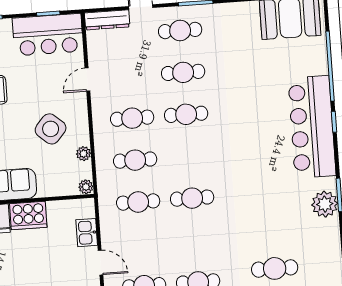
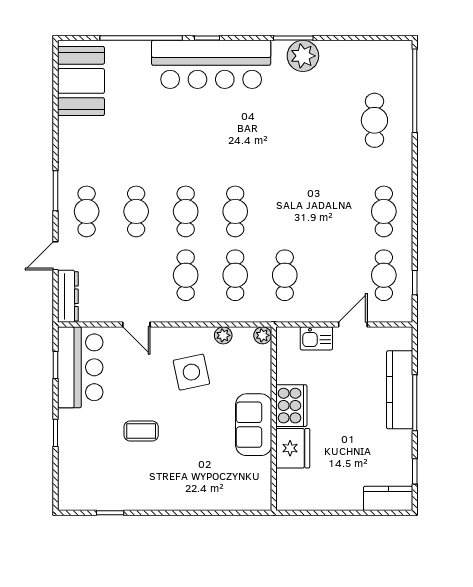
side table: (51, 129) -> (191, 372), turned 37
cafe table: (192, 198) -> (235, 211), moved

